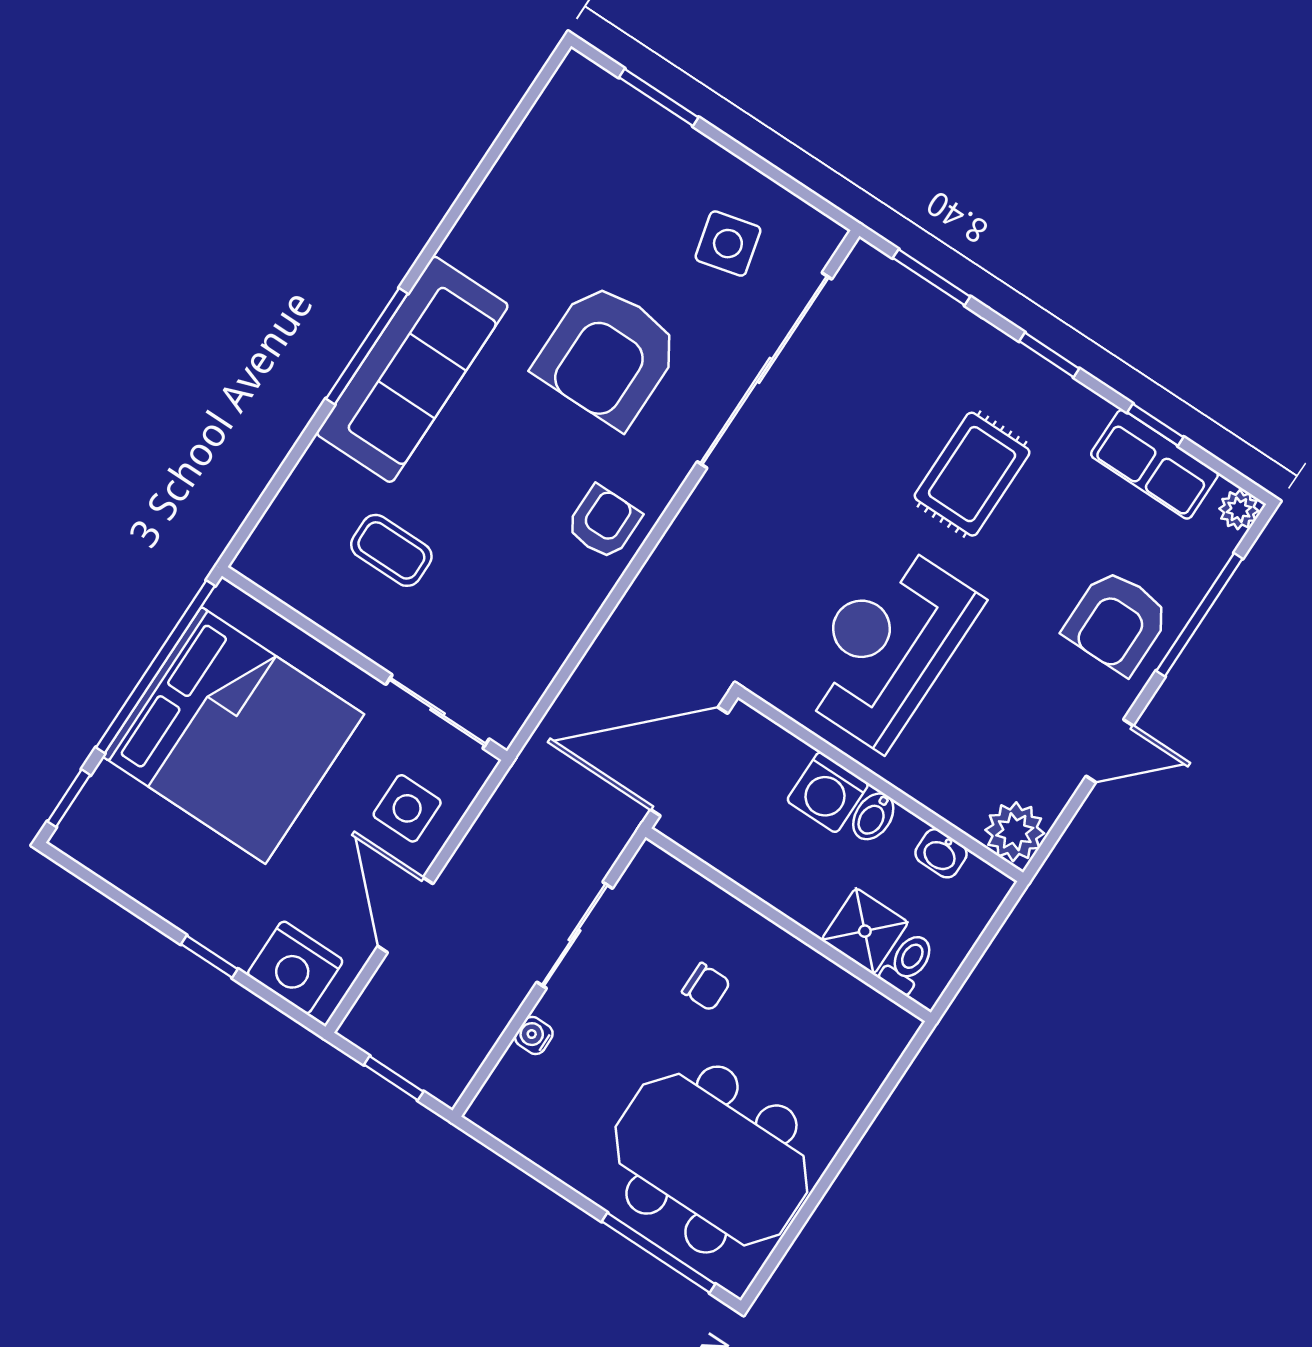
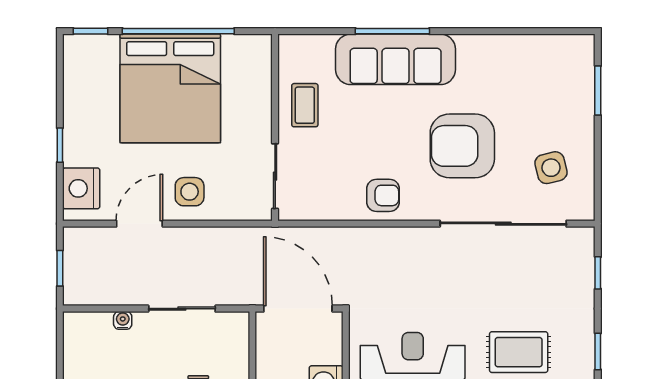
window: (932, 277) -> (598, 273), width x0.67
wall: (364, 664) -> (275, 127), moved
sliding door: (438, 712) -> (275, 176), moved

